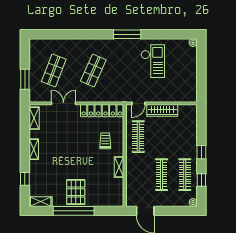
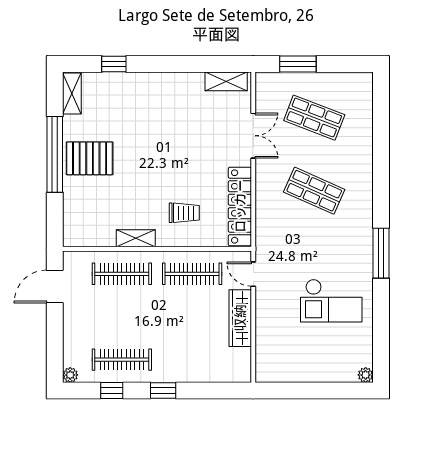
shelving: (34, 149) -> (168, 81), removed
clothes rail: (162, 175) -> (122, 274), moved

